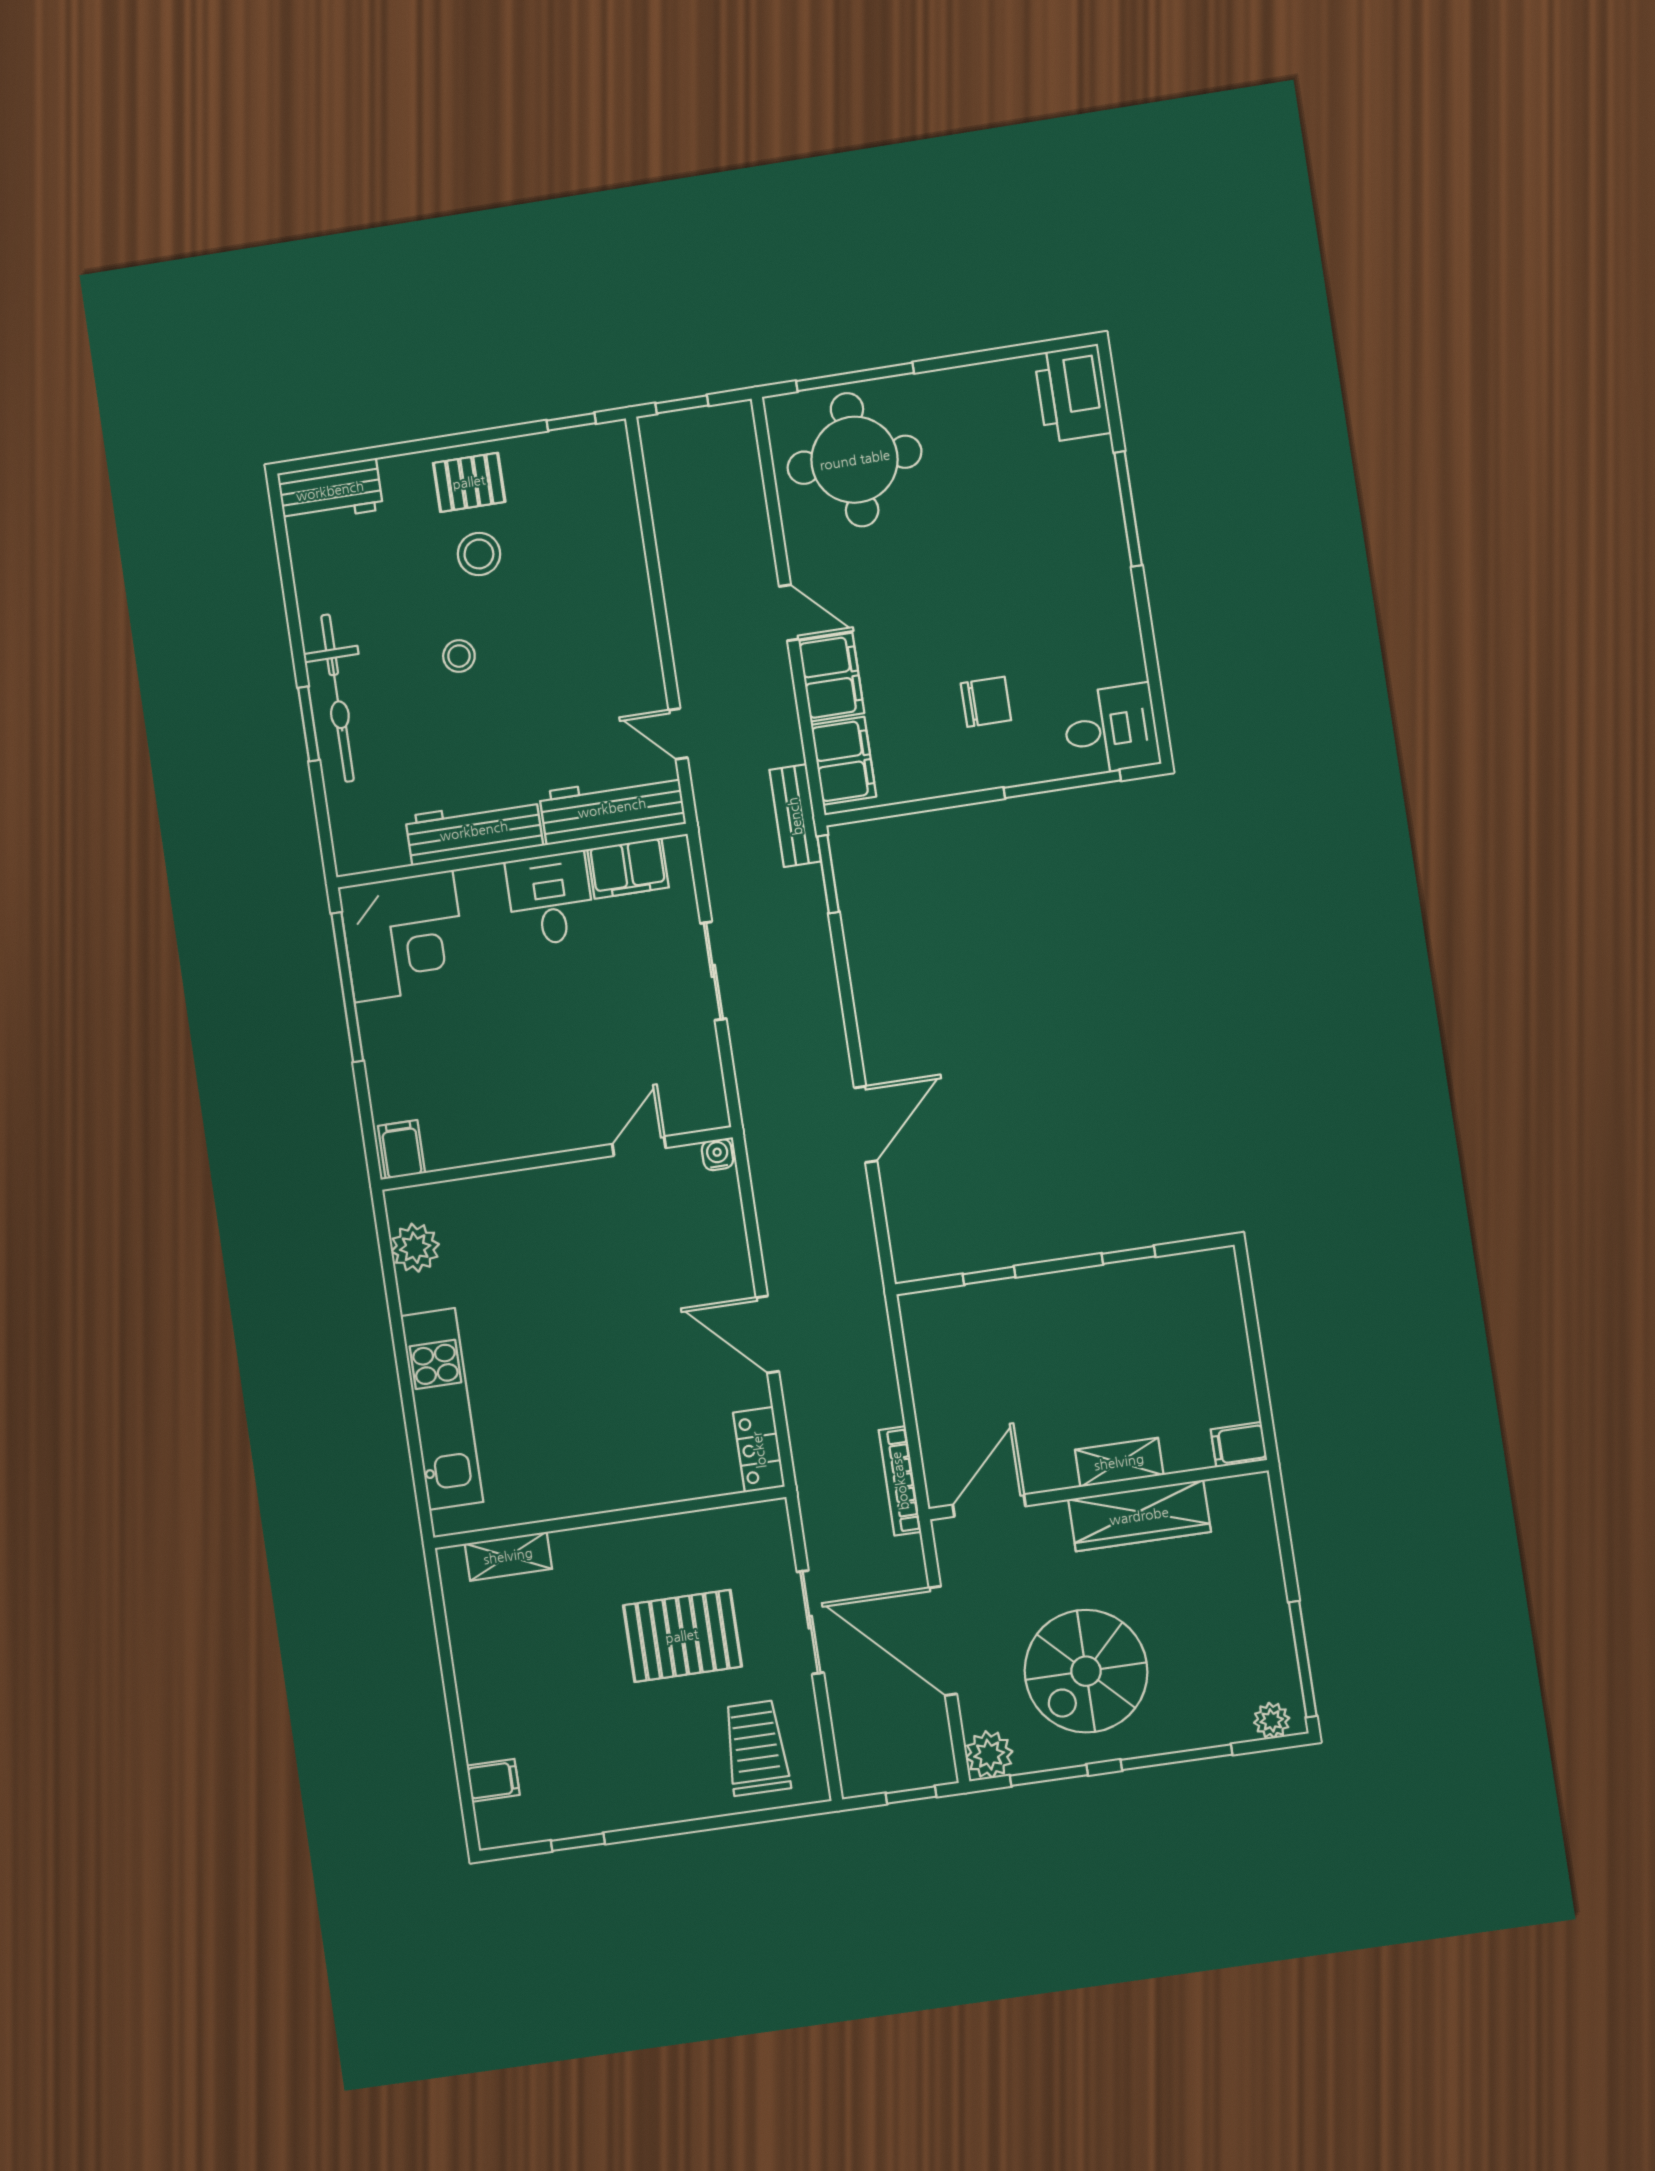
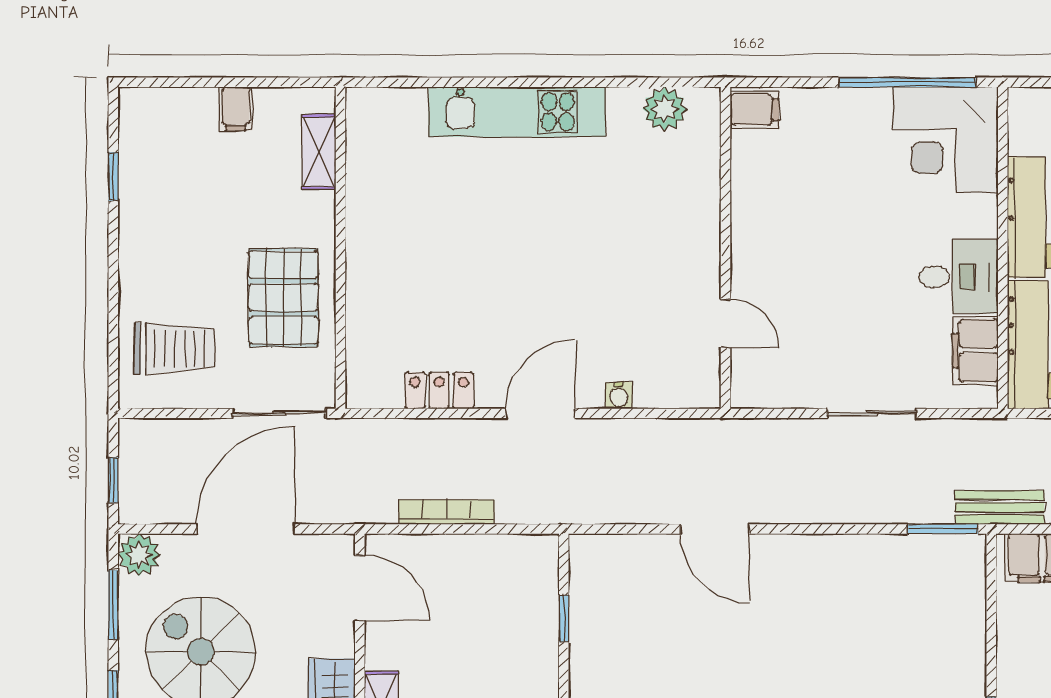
water cooler: (717, 1154) -> (619, 395), moved, turned 90
bookcase: (900, 1481) -> (446, 512), moved
wall: (609, 1517) -> (341, 248), moved
shelving: (508, 1556) -> (319, 152), moved
filing cabinet: (493, 1780) -> (236, 109), moved

